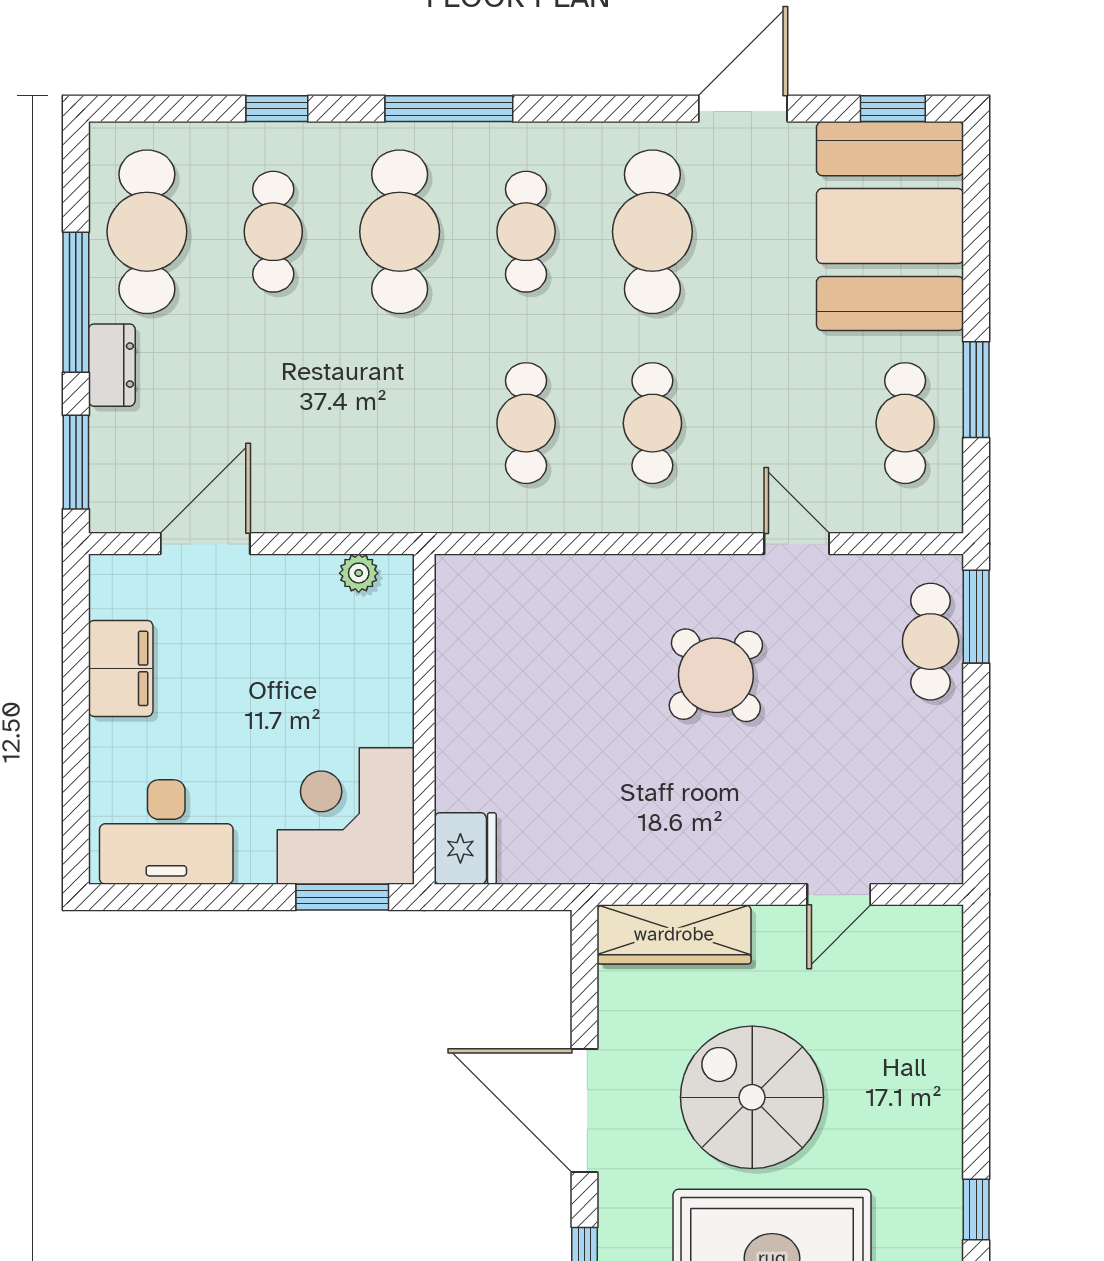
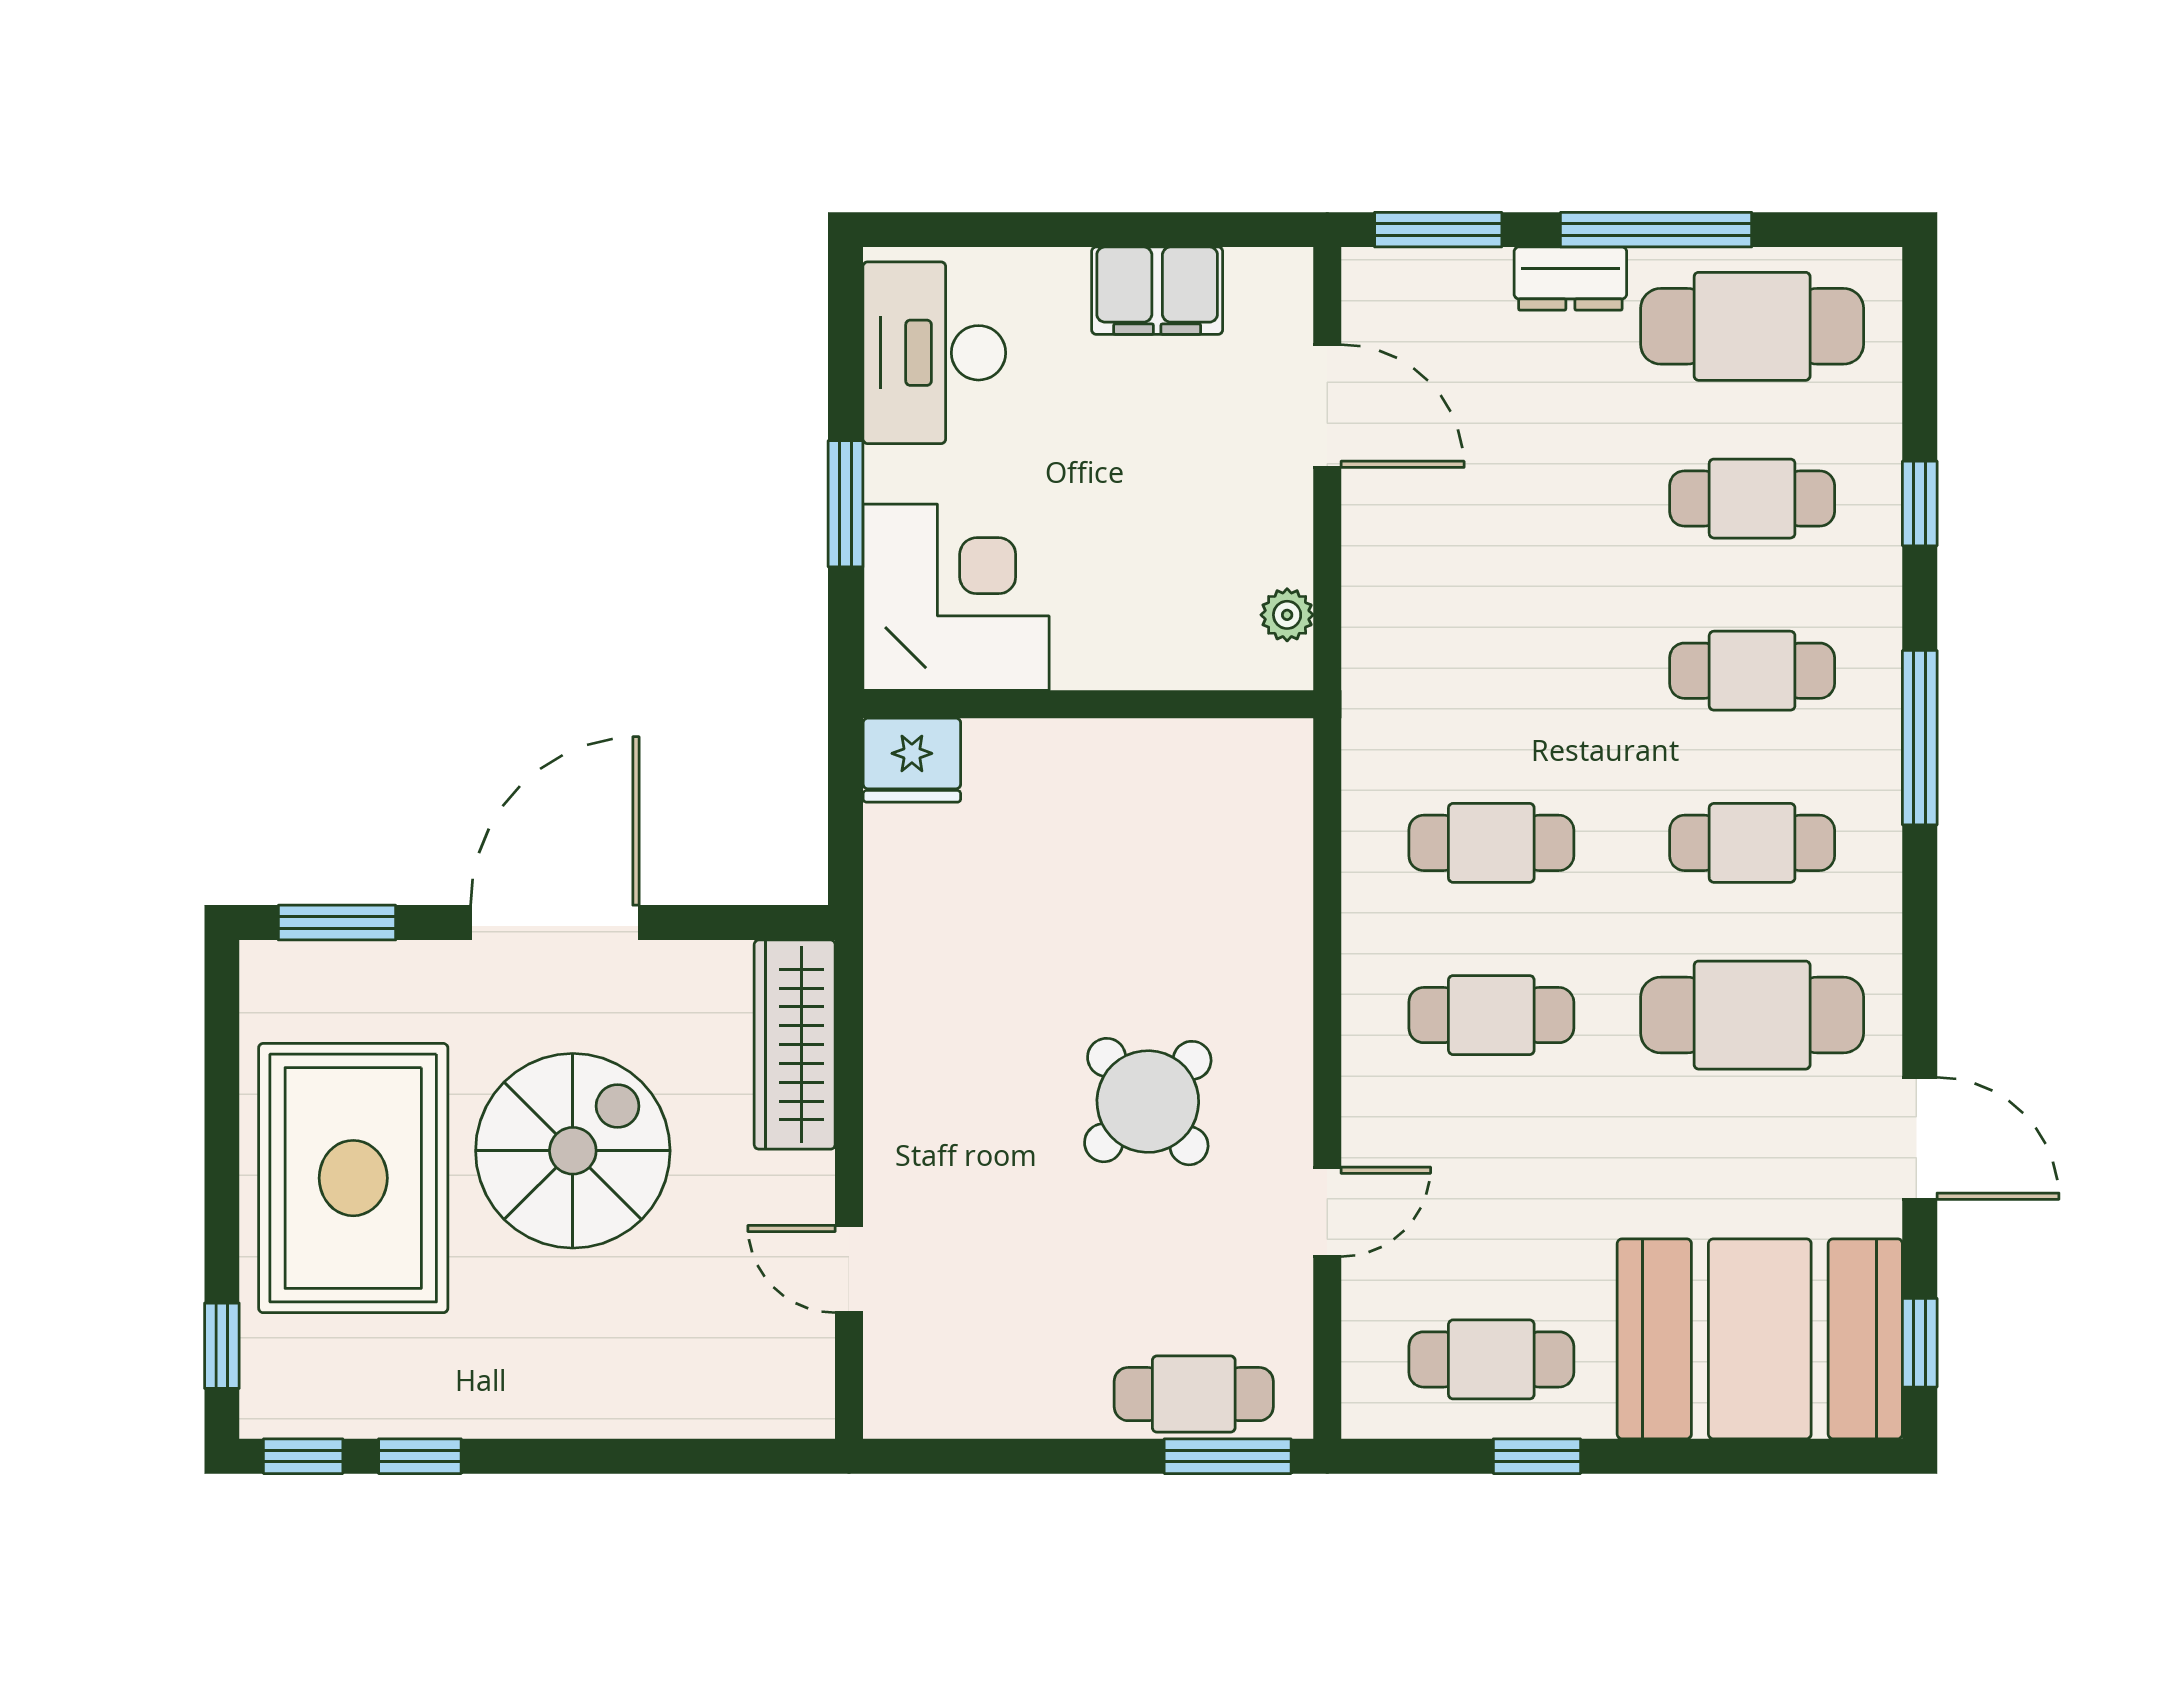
cafe table: (400, 232) -> (1752, 671), width x0.73, depth x0.74
window: (976, 390) -> (1537, 1456), width x0.67
window: (342, 897) -> (846, 504), moved

